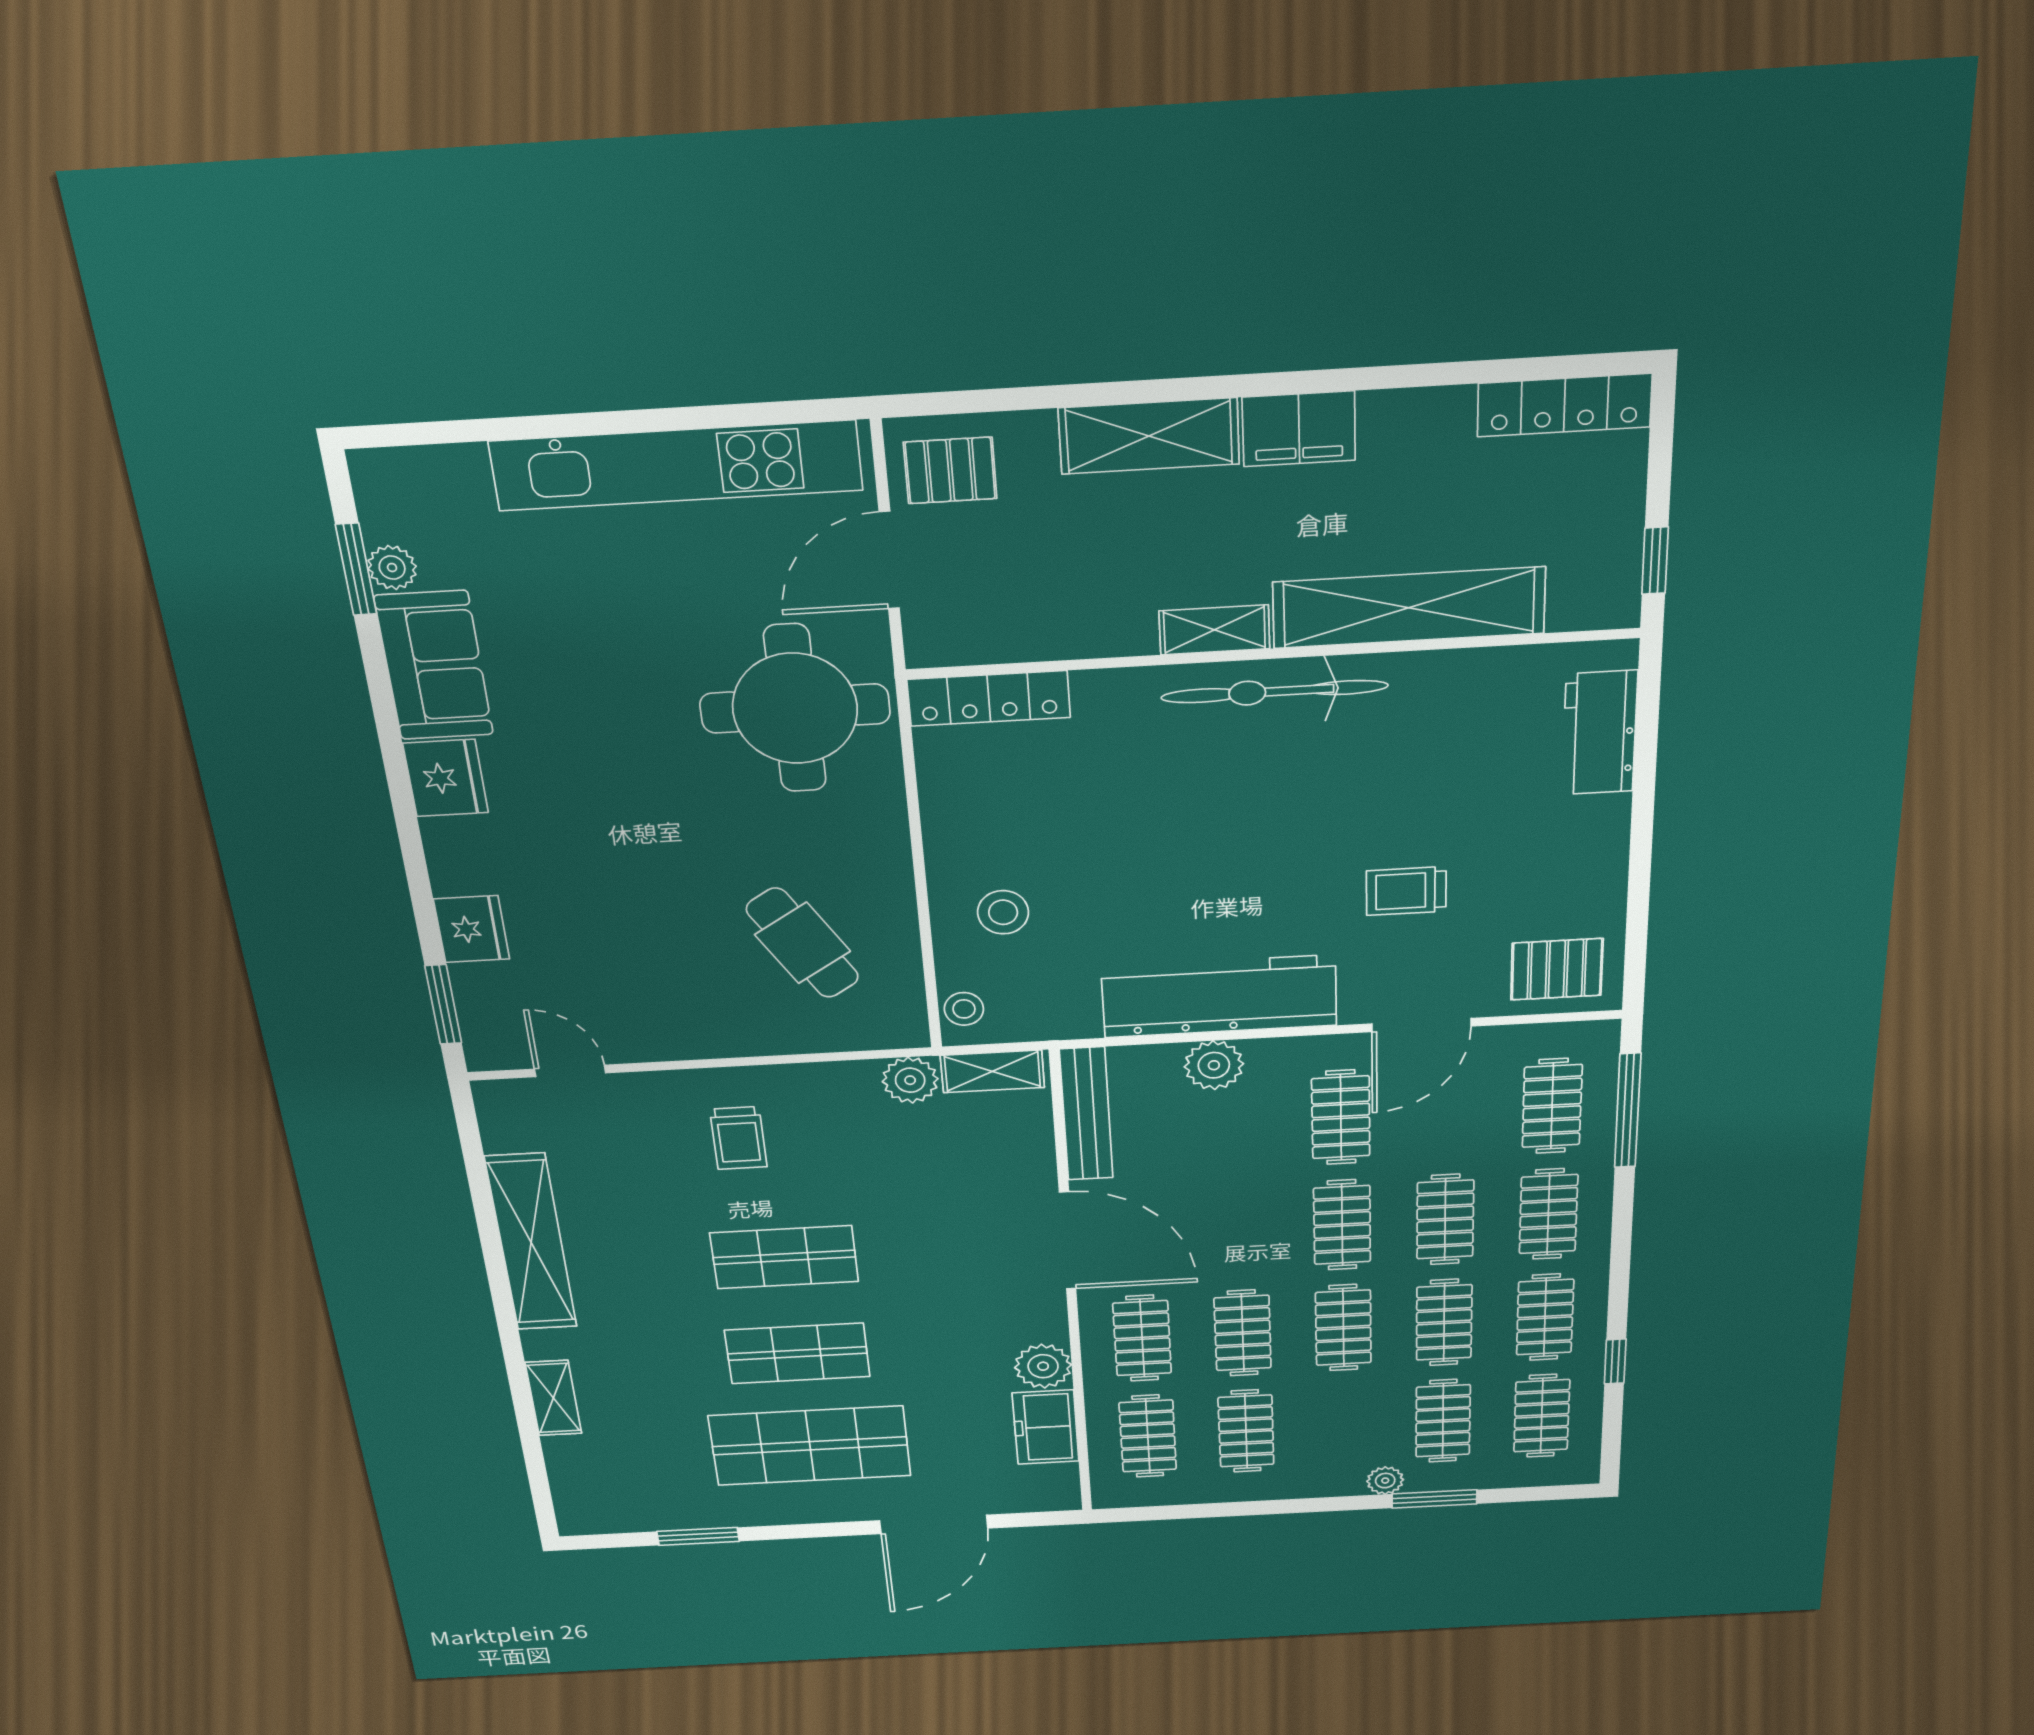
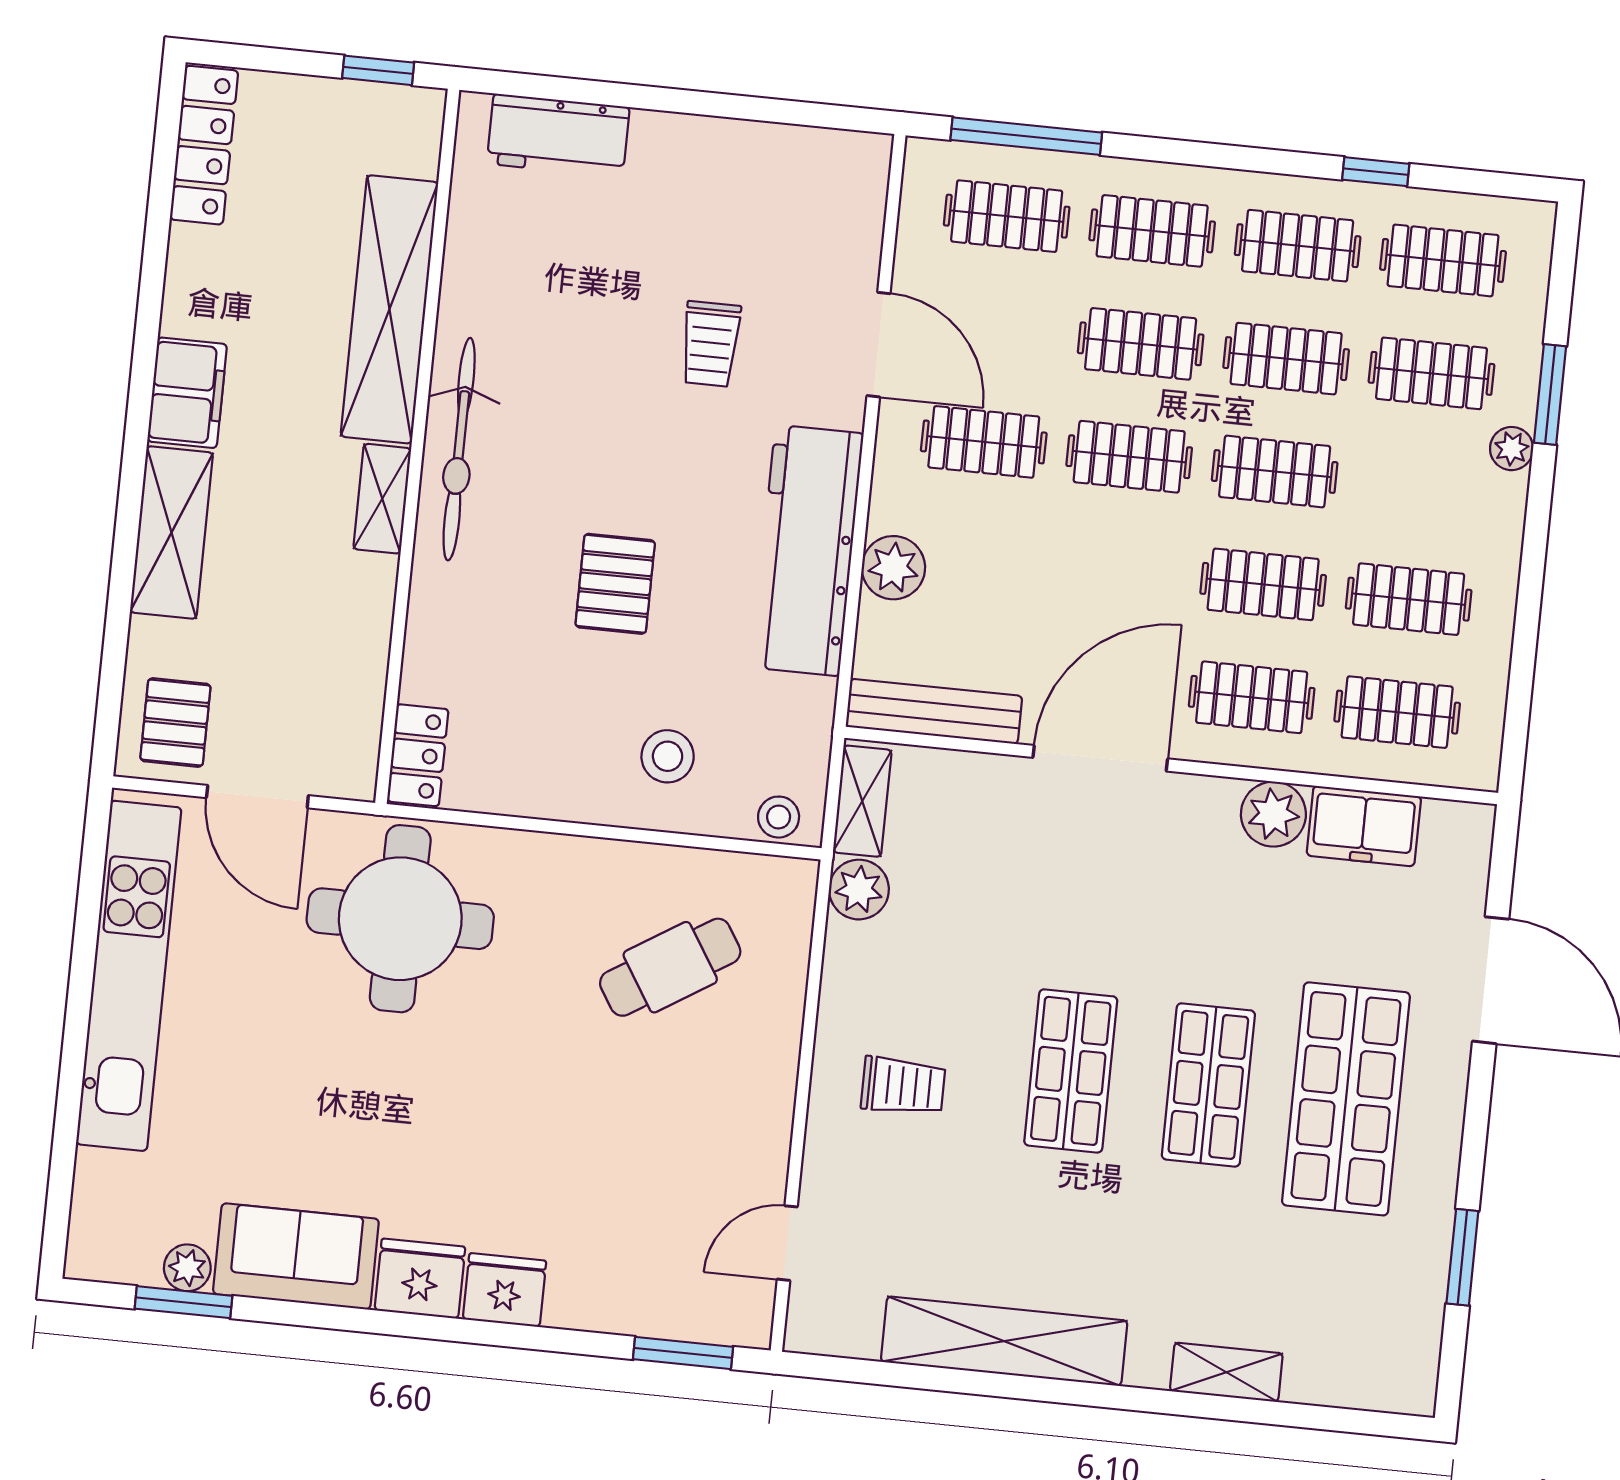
locker: (989, 698) -> (418, 755), width x0.66
fridge: (472, 929) -> (504, 1290), moved
pallet: (1557, 969) -> (615, 584), moved

